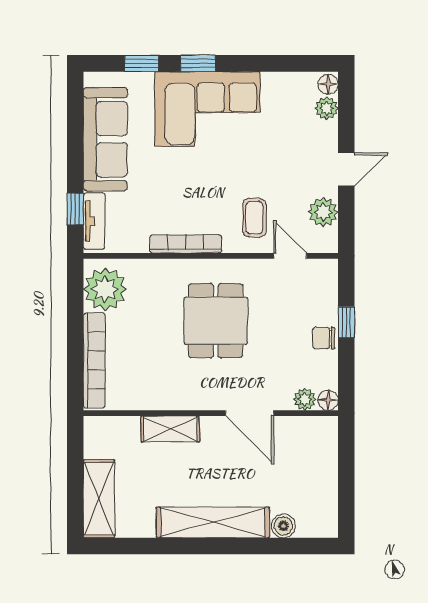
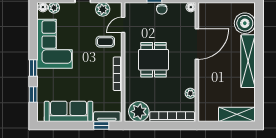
corner sofa: (207, 109) -> (54, 44), moved
dining table: (216, 321) -> (154, 60), turned 90
plant: (305, 399) -> (190, 93), moved
door: (250, 413) -> (197, 44), width x1.36
shelving: (170, 429) -> (204, 81), removed
boiler: (283, 526) -> (245, 23), width x1.86, depth x1.86

